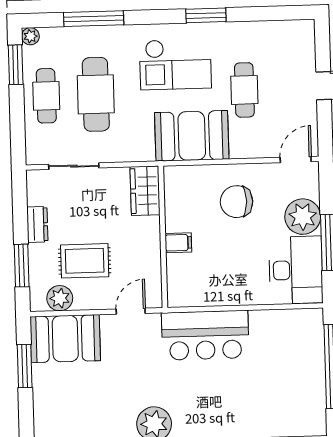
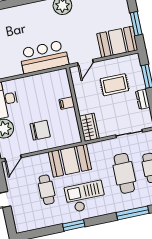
plant: (60, 298) -> (124, 63), removed

